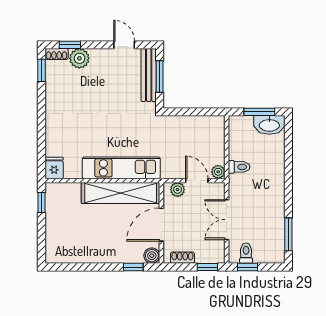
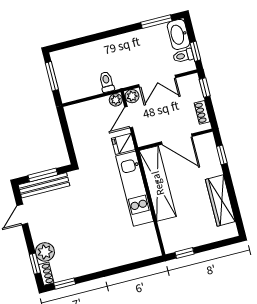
washbasin: (269, 125) -> (179, 34), moved, turned 180
fridge: (54, 168) -> (123, 144), moved
plant: (178, 190) -> (132, 96), moved
wardrobe: (86, 253) -> (220, 200), added
boiler: (152, 256) -> (207, 141), removed

